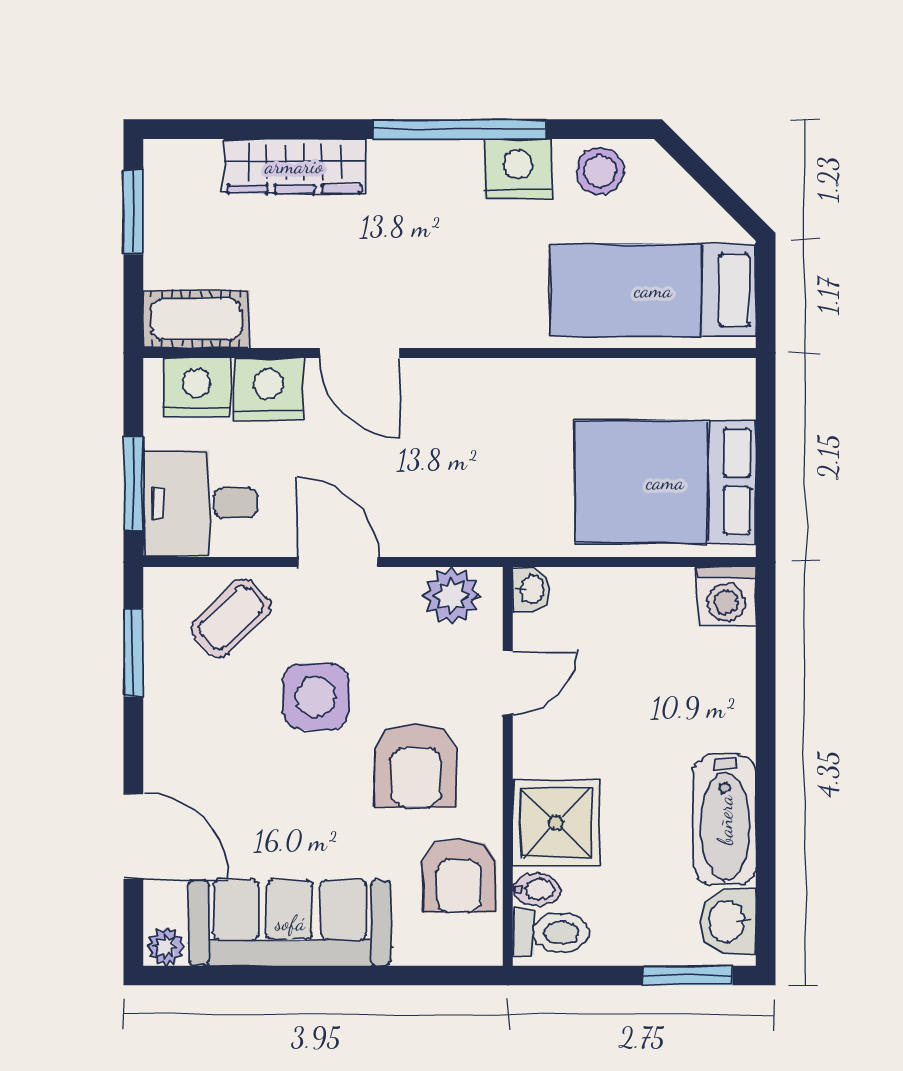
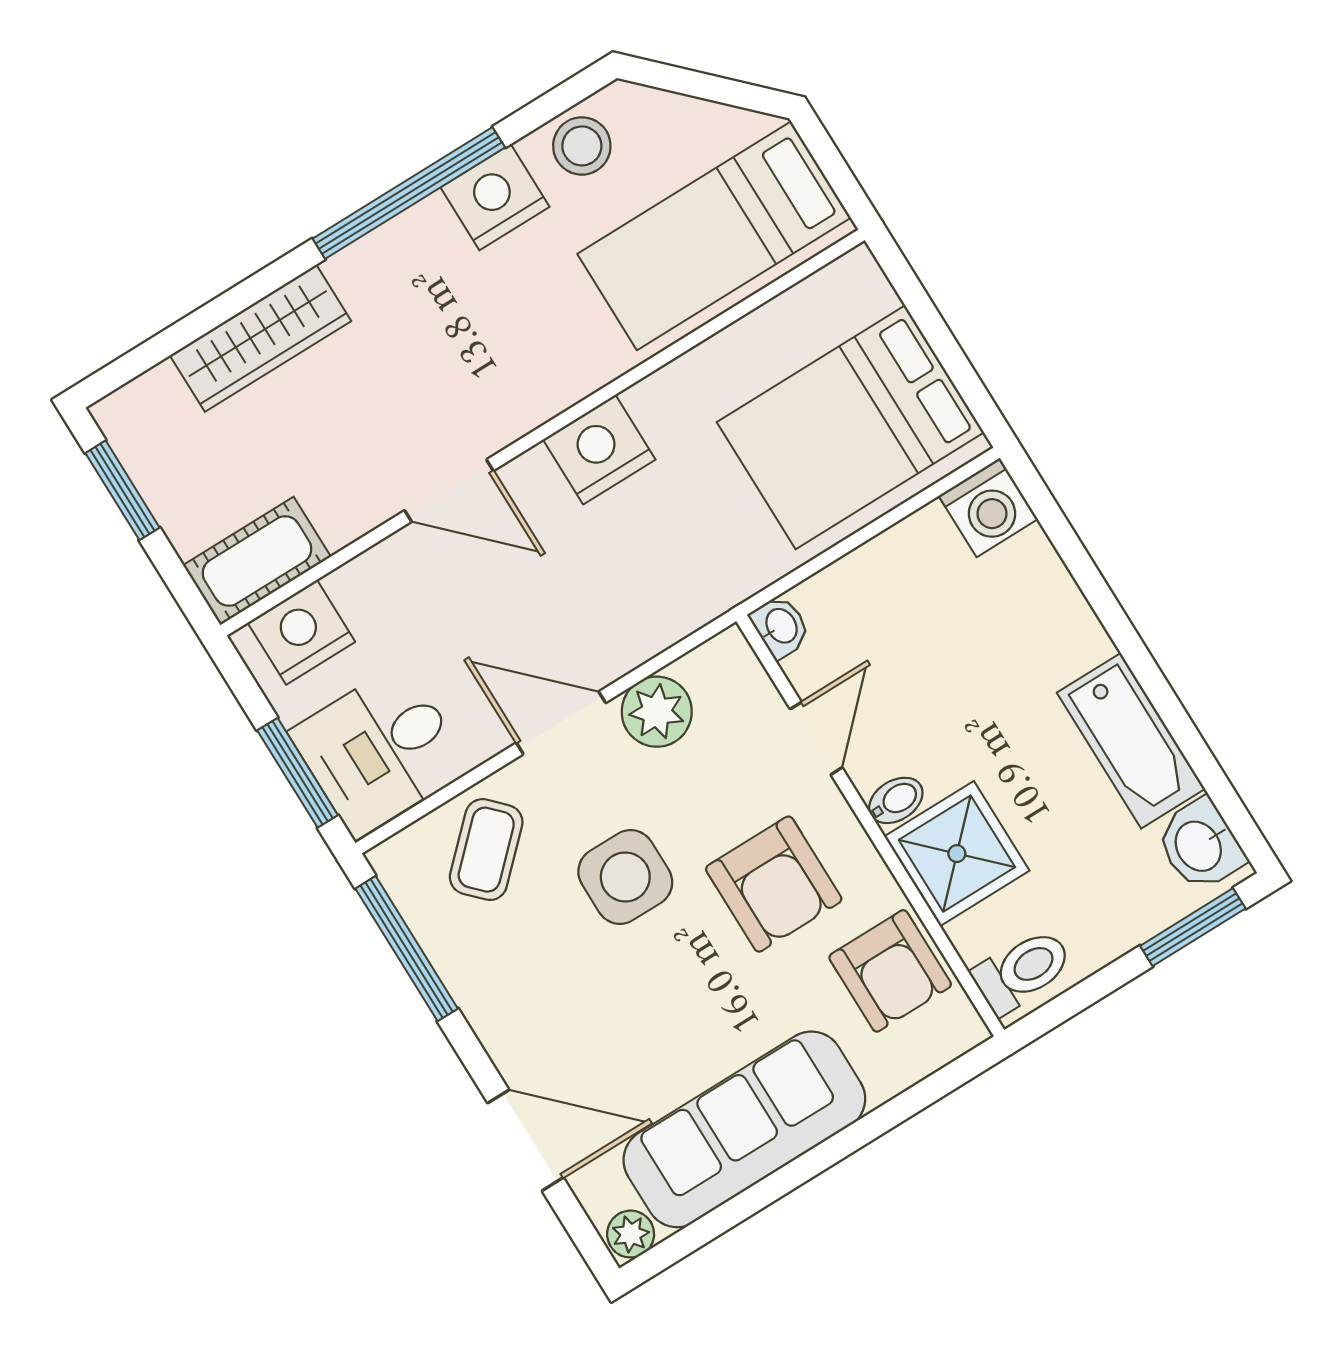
nightstand: (268, 389) -> (599, 450), moved
plant: (452, 596) -> (657, 712), moved
window: (133, 652) -> (407, 949), width x1.44
bidet: (536, 889) -> (896, 800), moved

